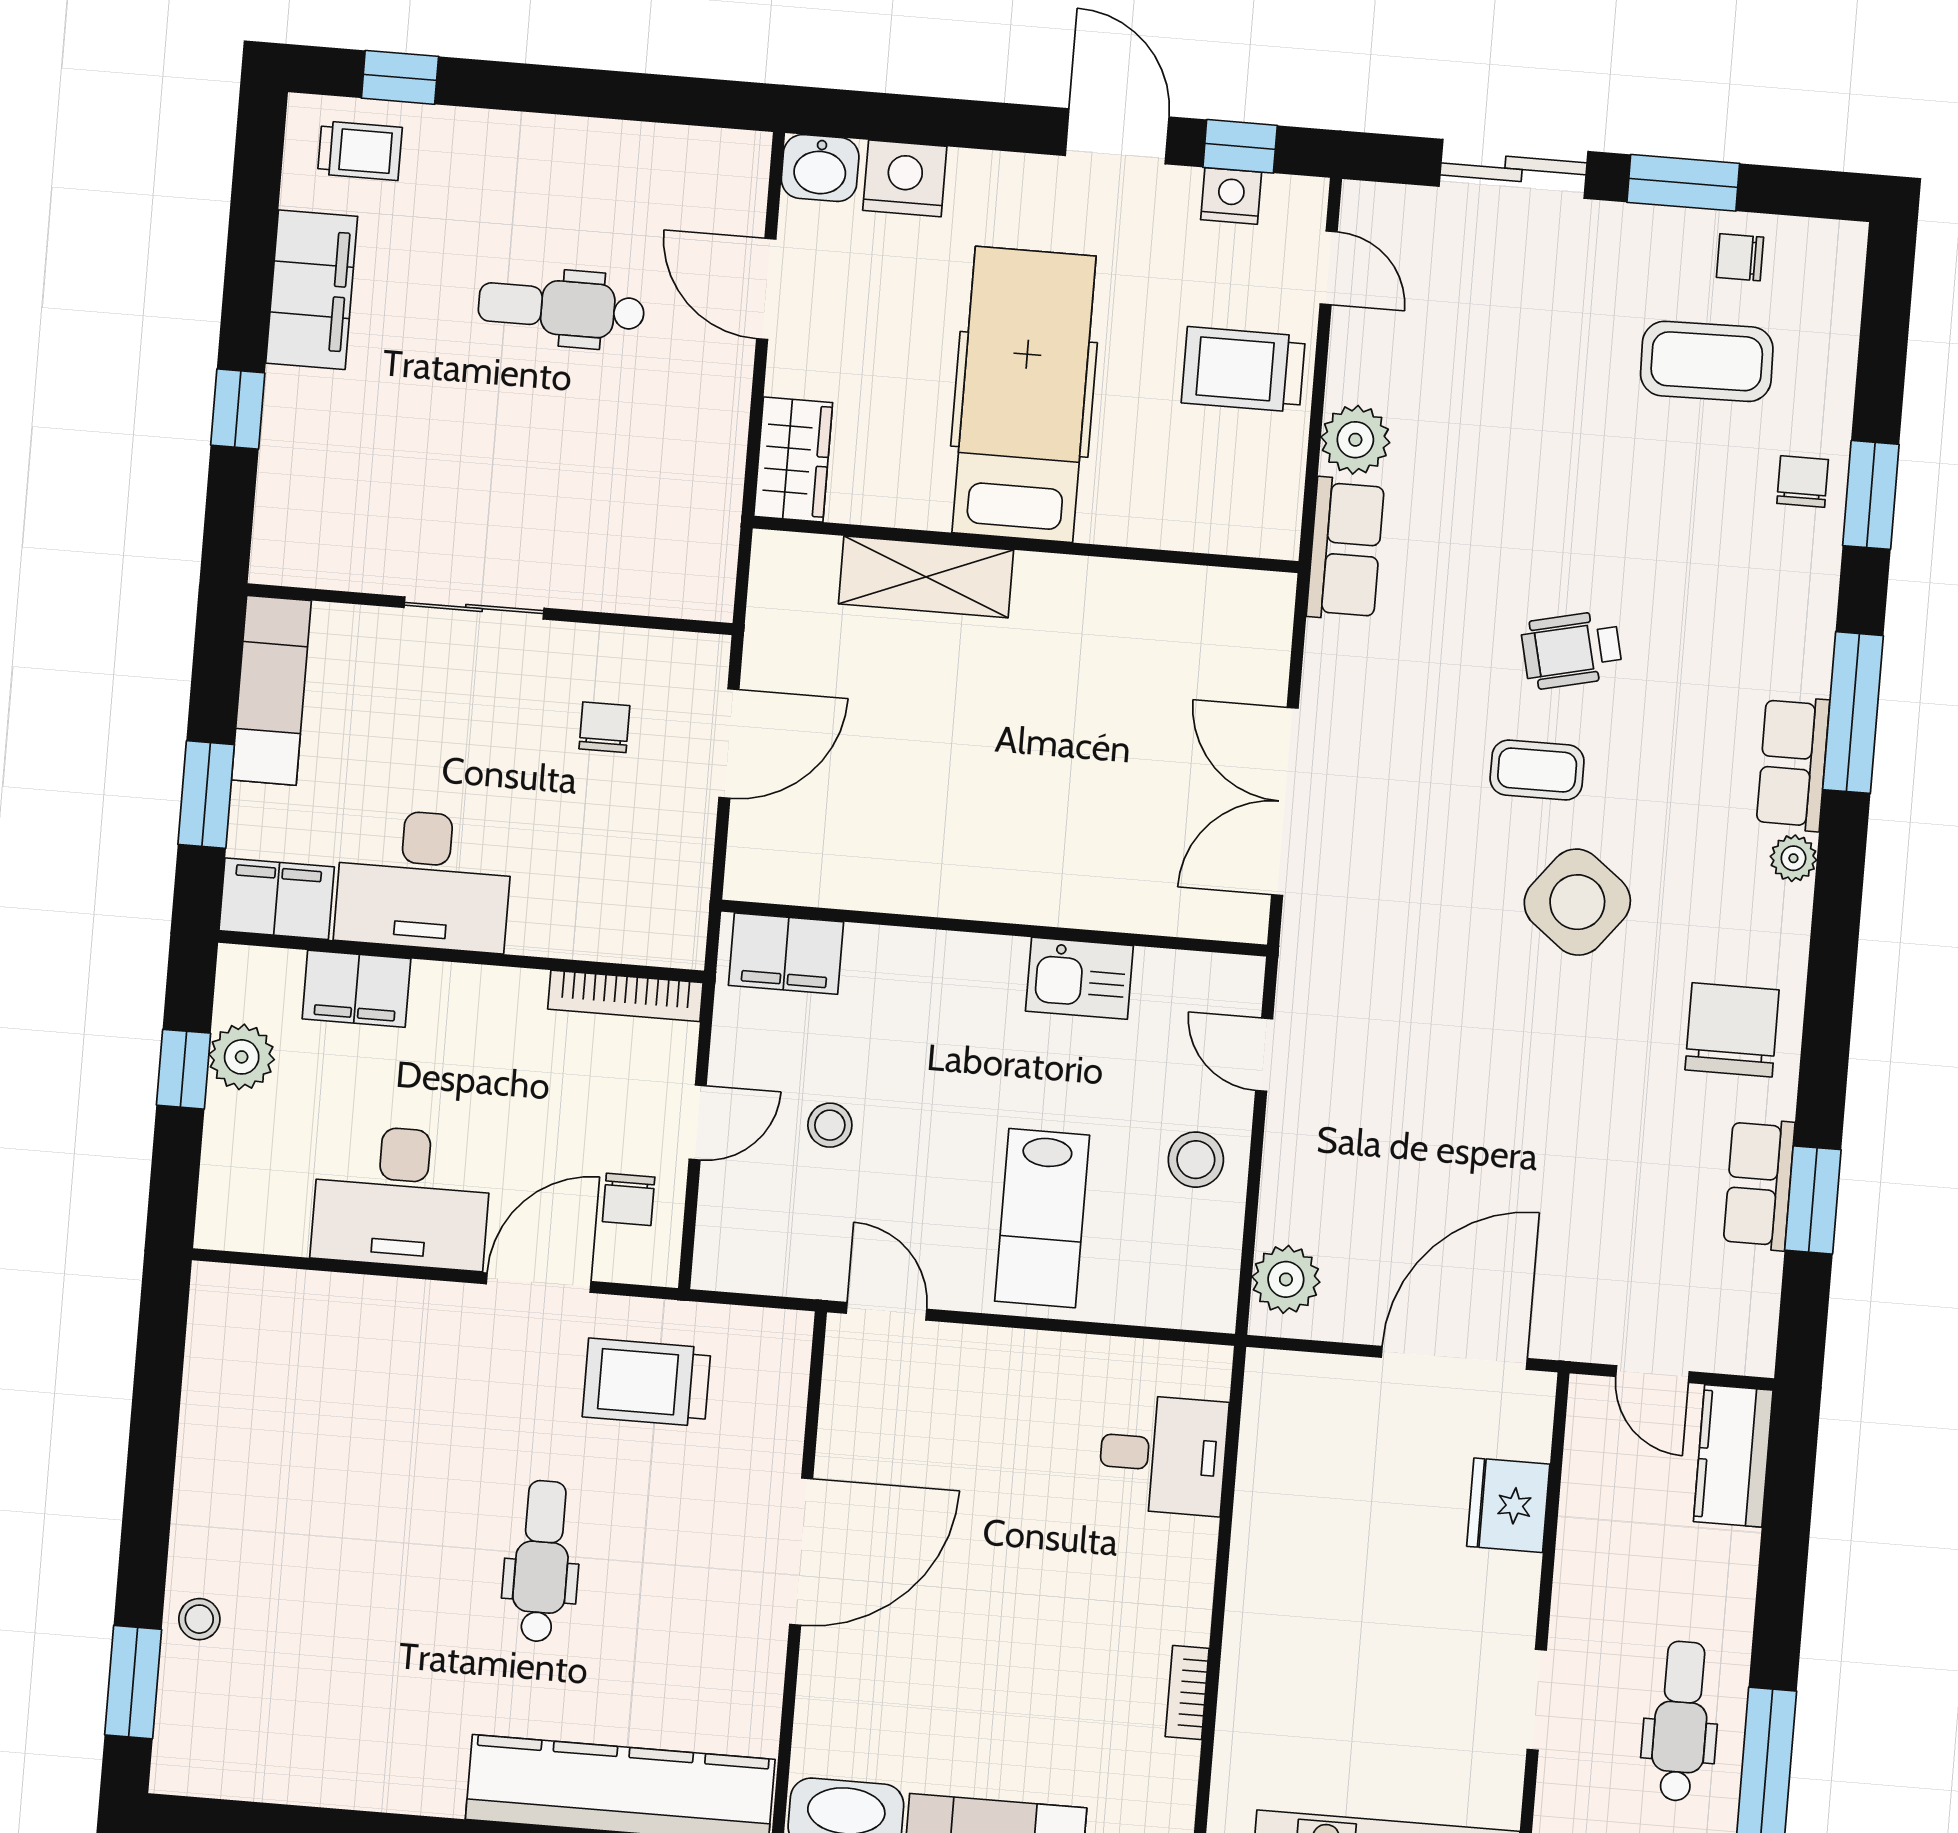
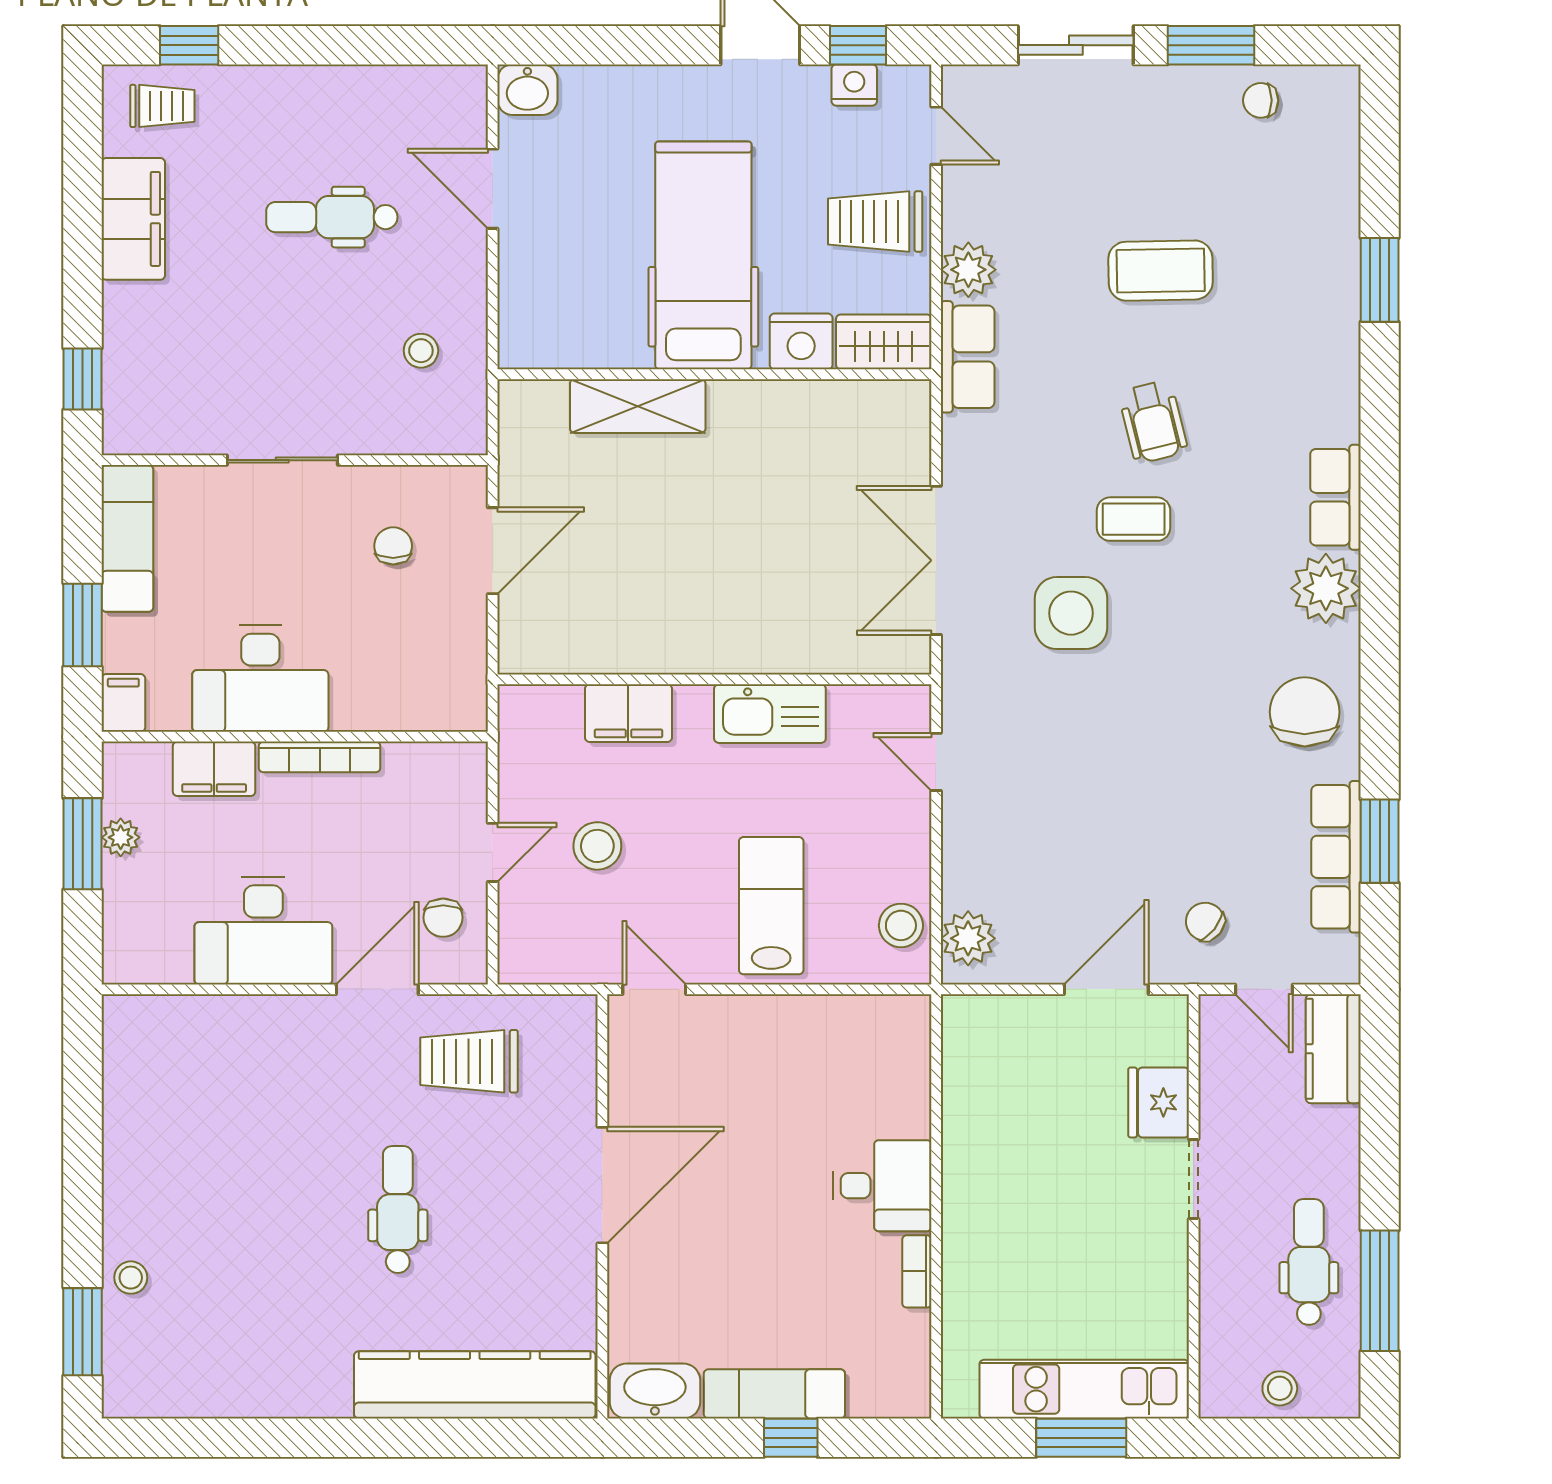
nightstand: (905, 178) -> (801, 341), moved, turned 180
coffee table: (1707, 361) -> (1161, 271), moved
window: (238, 409) -> (83, 379), moved
wardrobe: (793, 459) -> (884, 342), moved, turned -90
chair: (1803, 482) -> (1205, 922), moved, turned -52
stool: (660, 485) -> (421, 351), added
wheelchair: (1572, 650) -> (1153, 422), turned -91
window: (1853, 713) -> (1380, 453), removed
plant: (1793, 858) -> (1326, 588), width x1.88, depth x1.88
filing cabinet: (277, 899) -> (123, 703), width x0.50
side table: (1577, 902) -> (1071, 613), moved, turned -38
filing cabinet: (786, 954) -> (628, 713), moved
kitchen sink: (1079, 978) -> (770, 714), width x1.38
bookcase: (625, 996) -> (320, 757), moved
plant: (242, 1057) -> (121, 837), width x0.73, depth x0.73
window: (183, 1069) -> (83, 844), width x1.50
stool: (830, 1125) -> (597, 846), width x1.37, depth x1.37
stool: (1196, 1160) -> (901, 925), moved
row of seats: (1759, 1184) -> (1336, 857), width x1.48
lab bench: (1042, 1218) -> (771, 906), turned 180
door: (1454, 1358) -> (1106, 989), width x0.73
desk: (1163, 1455) -> (882, 1186), moved
doorway: (1537, 1700) -> (1194, 1179), moved

